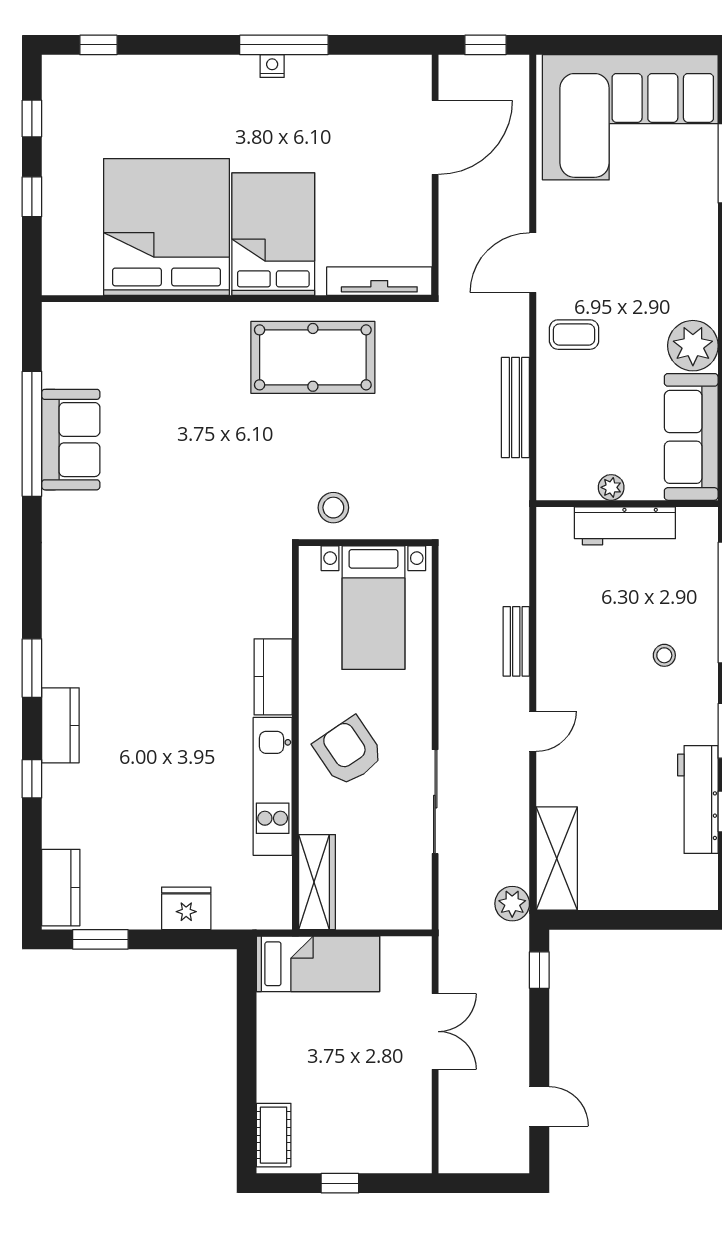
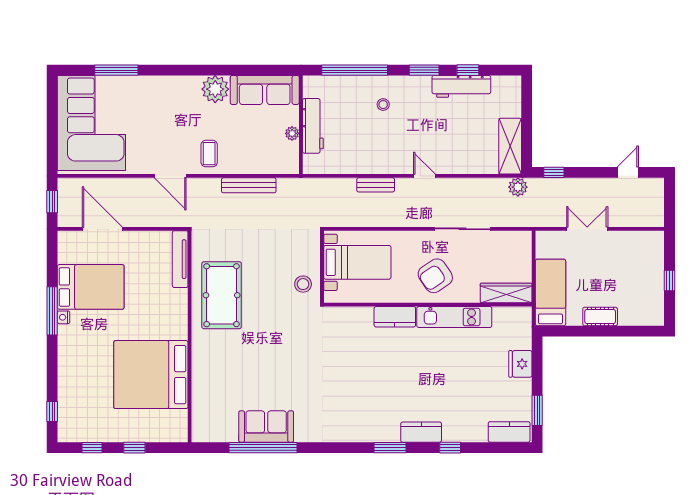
bed: (273, 234) -> (91, 287), moved, turned 180
shelving: (557, 858) -> (510, 146), moved, turned 90
cot: (274, 1135) -> (600, 316), moved

